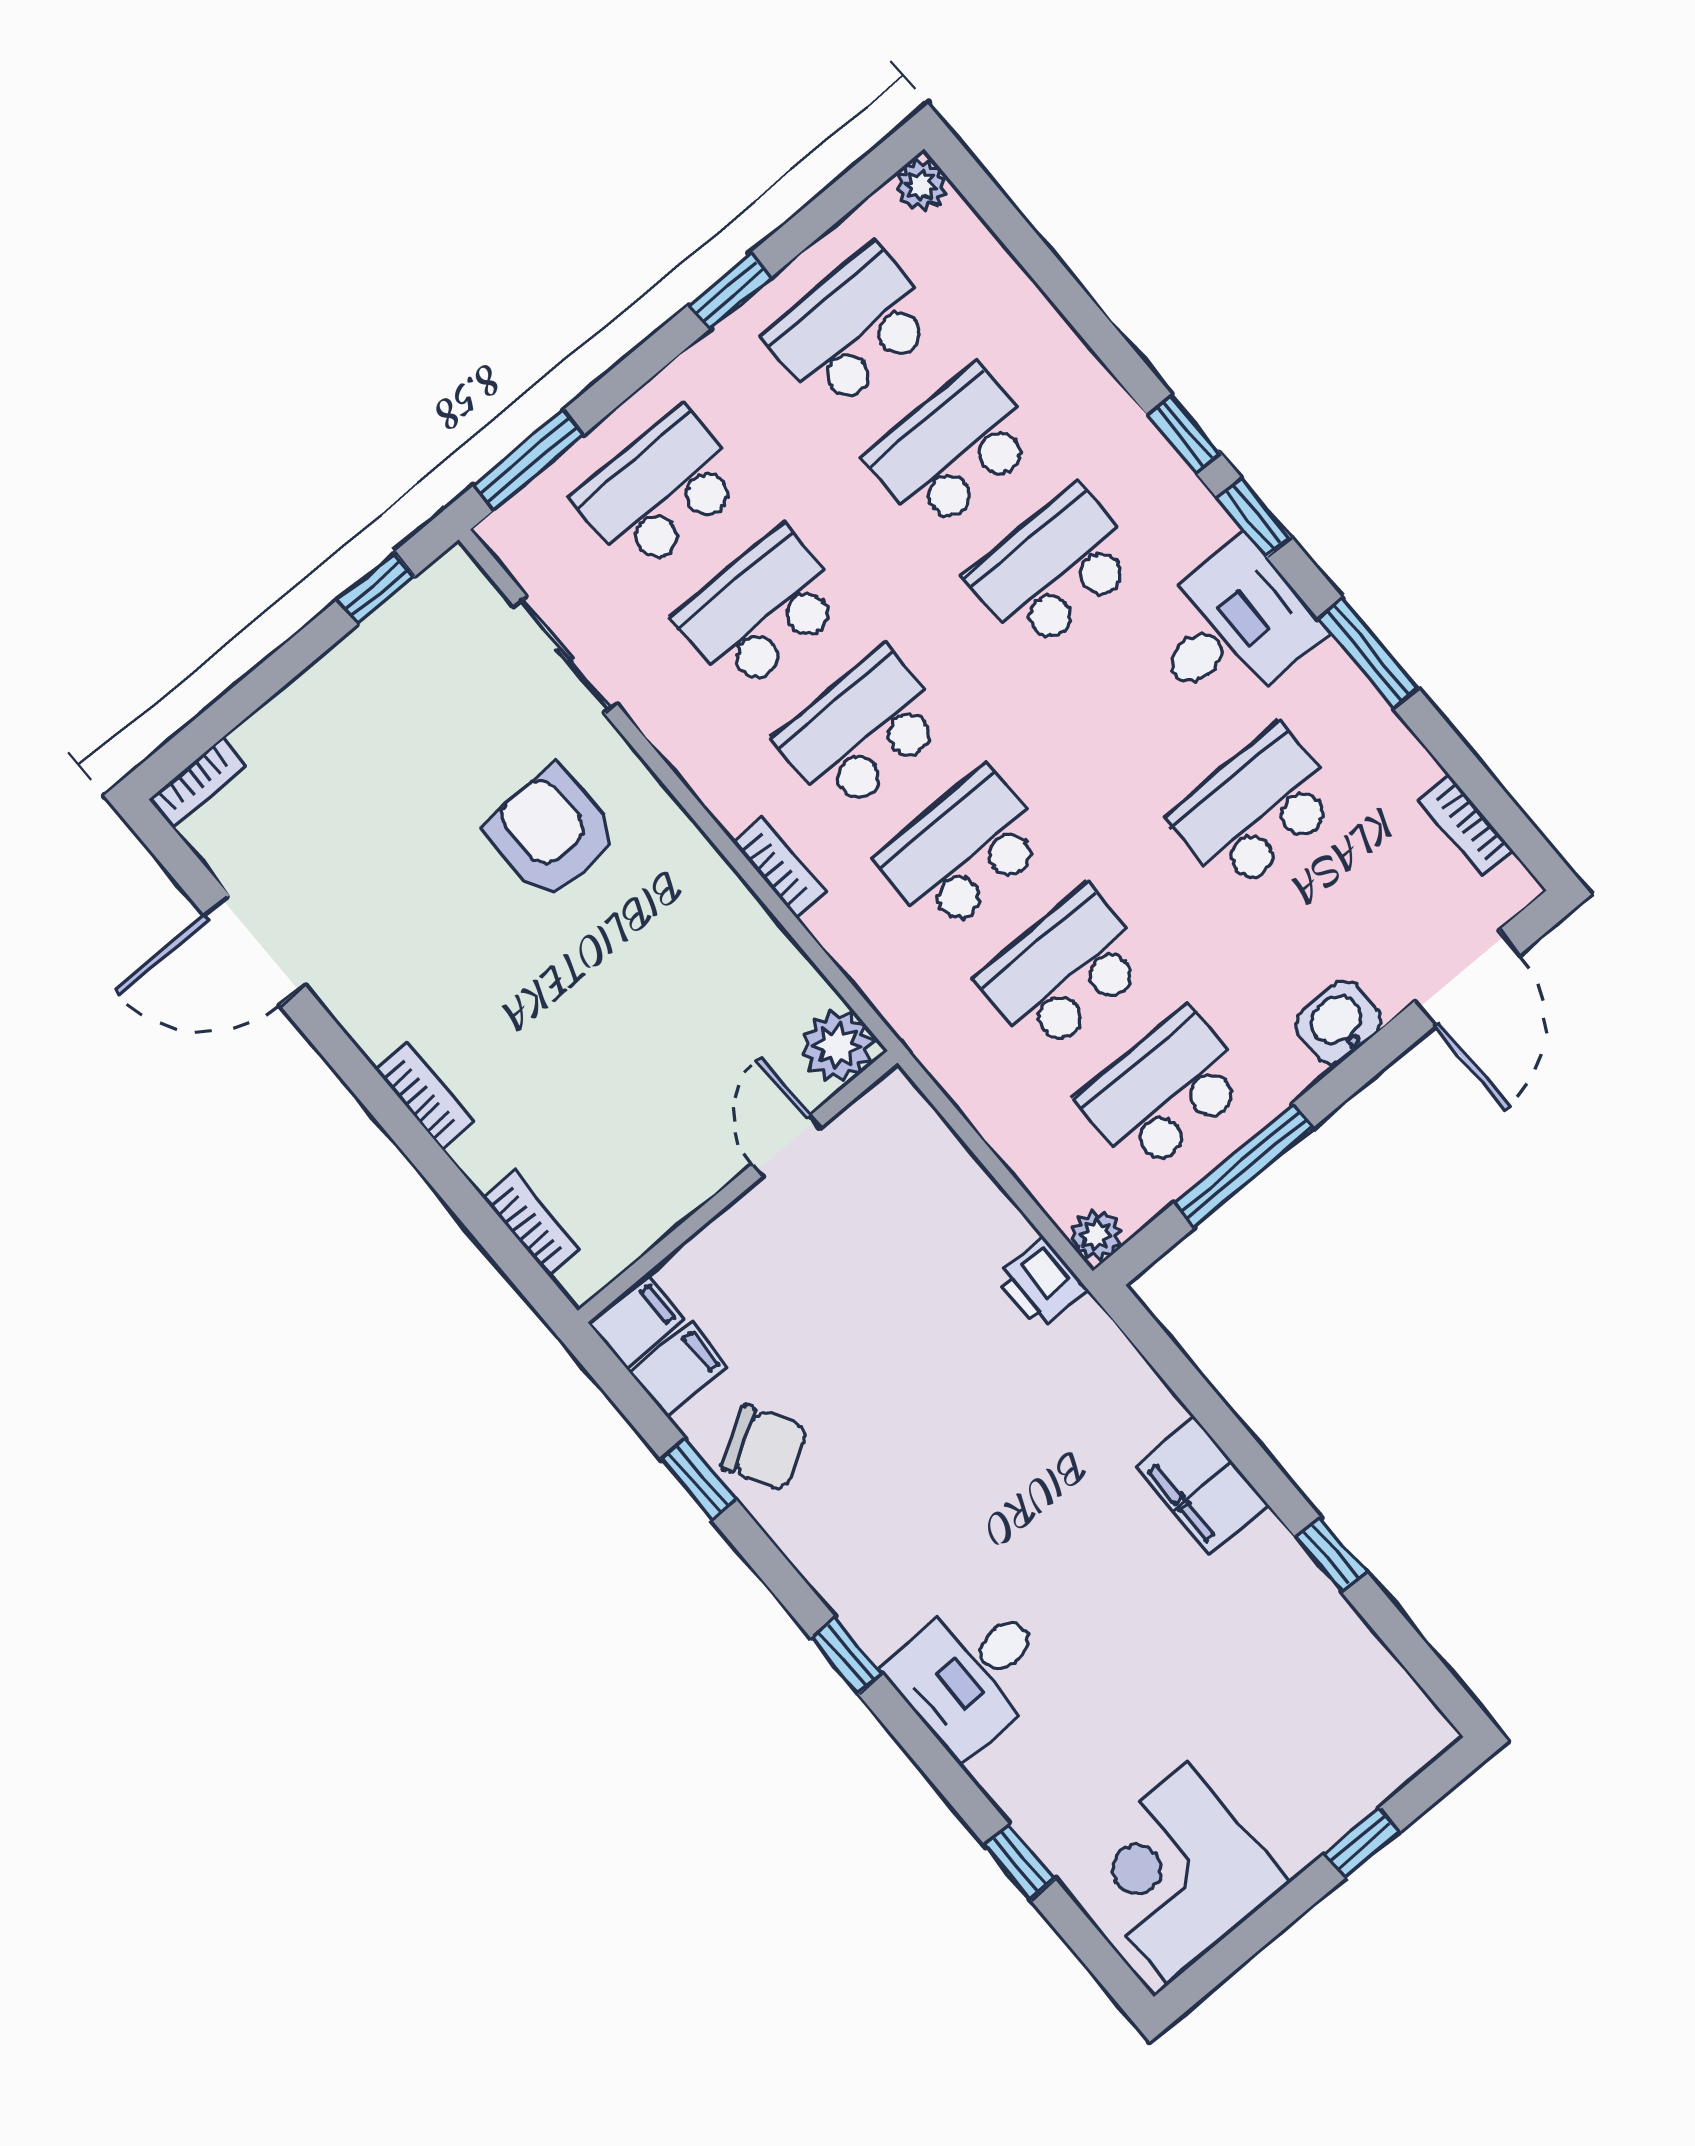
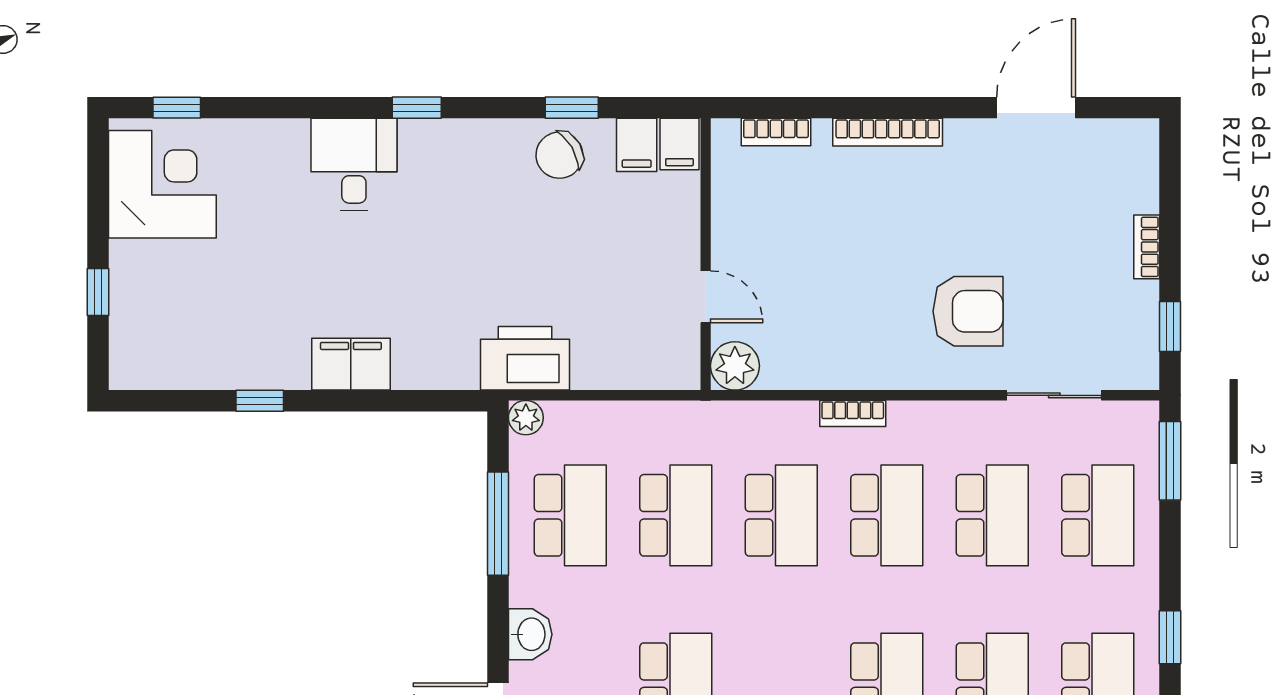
bookcase: (198, 783) -> (1147, 247), moved
bookcase: (424, 1096) -> (888, 132), width x1.56
printer: (1041, 1283) -> (525, 358), width x1.87, depth x1.48
window: (1020, 1862) -> (177, 108), moved

